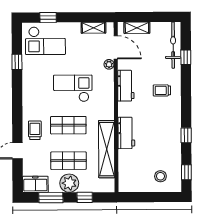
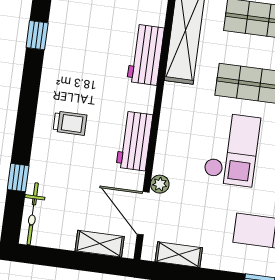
bicycle: (173, 45) -> (33, 214), width x0.73, depth x0.71
checkout: (73, 88) -> (232, 149), turned -90

